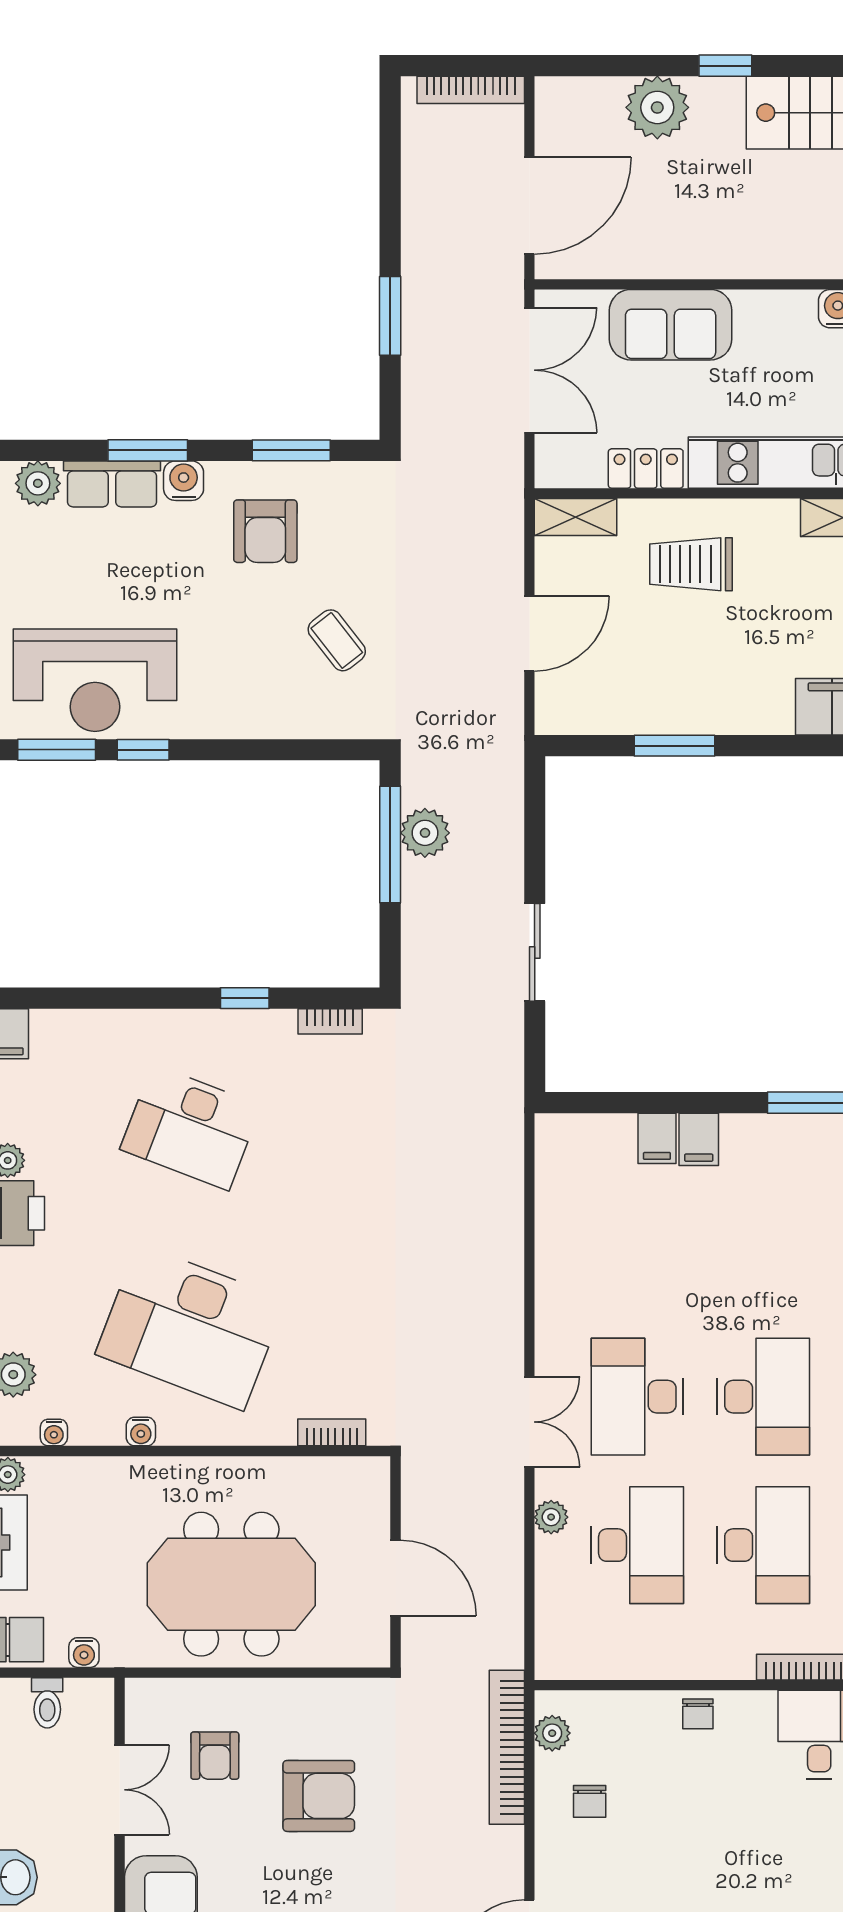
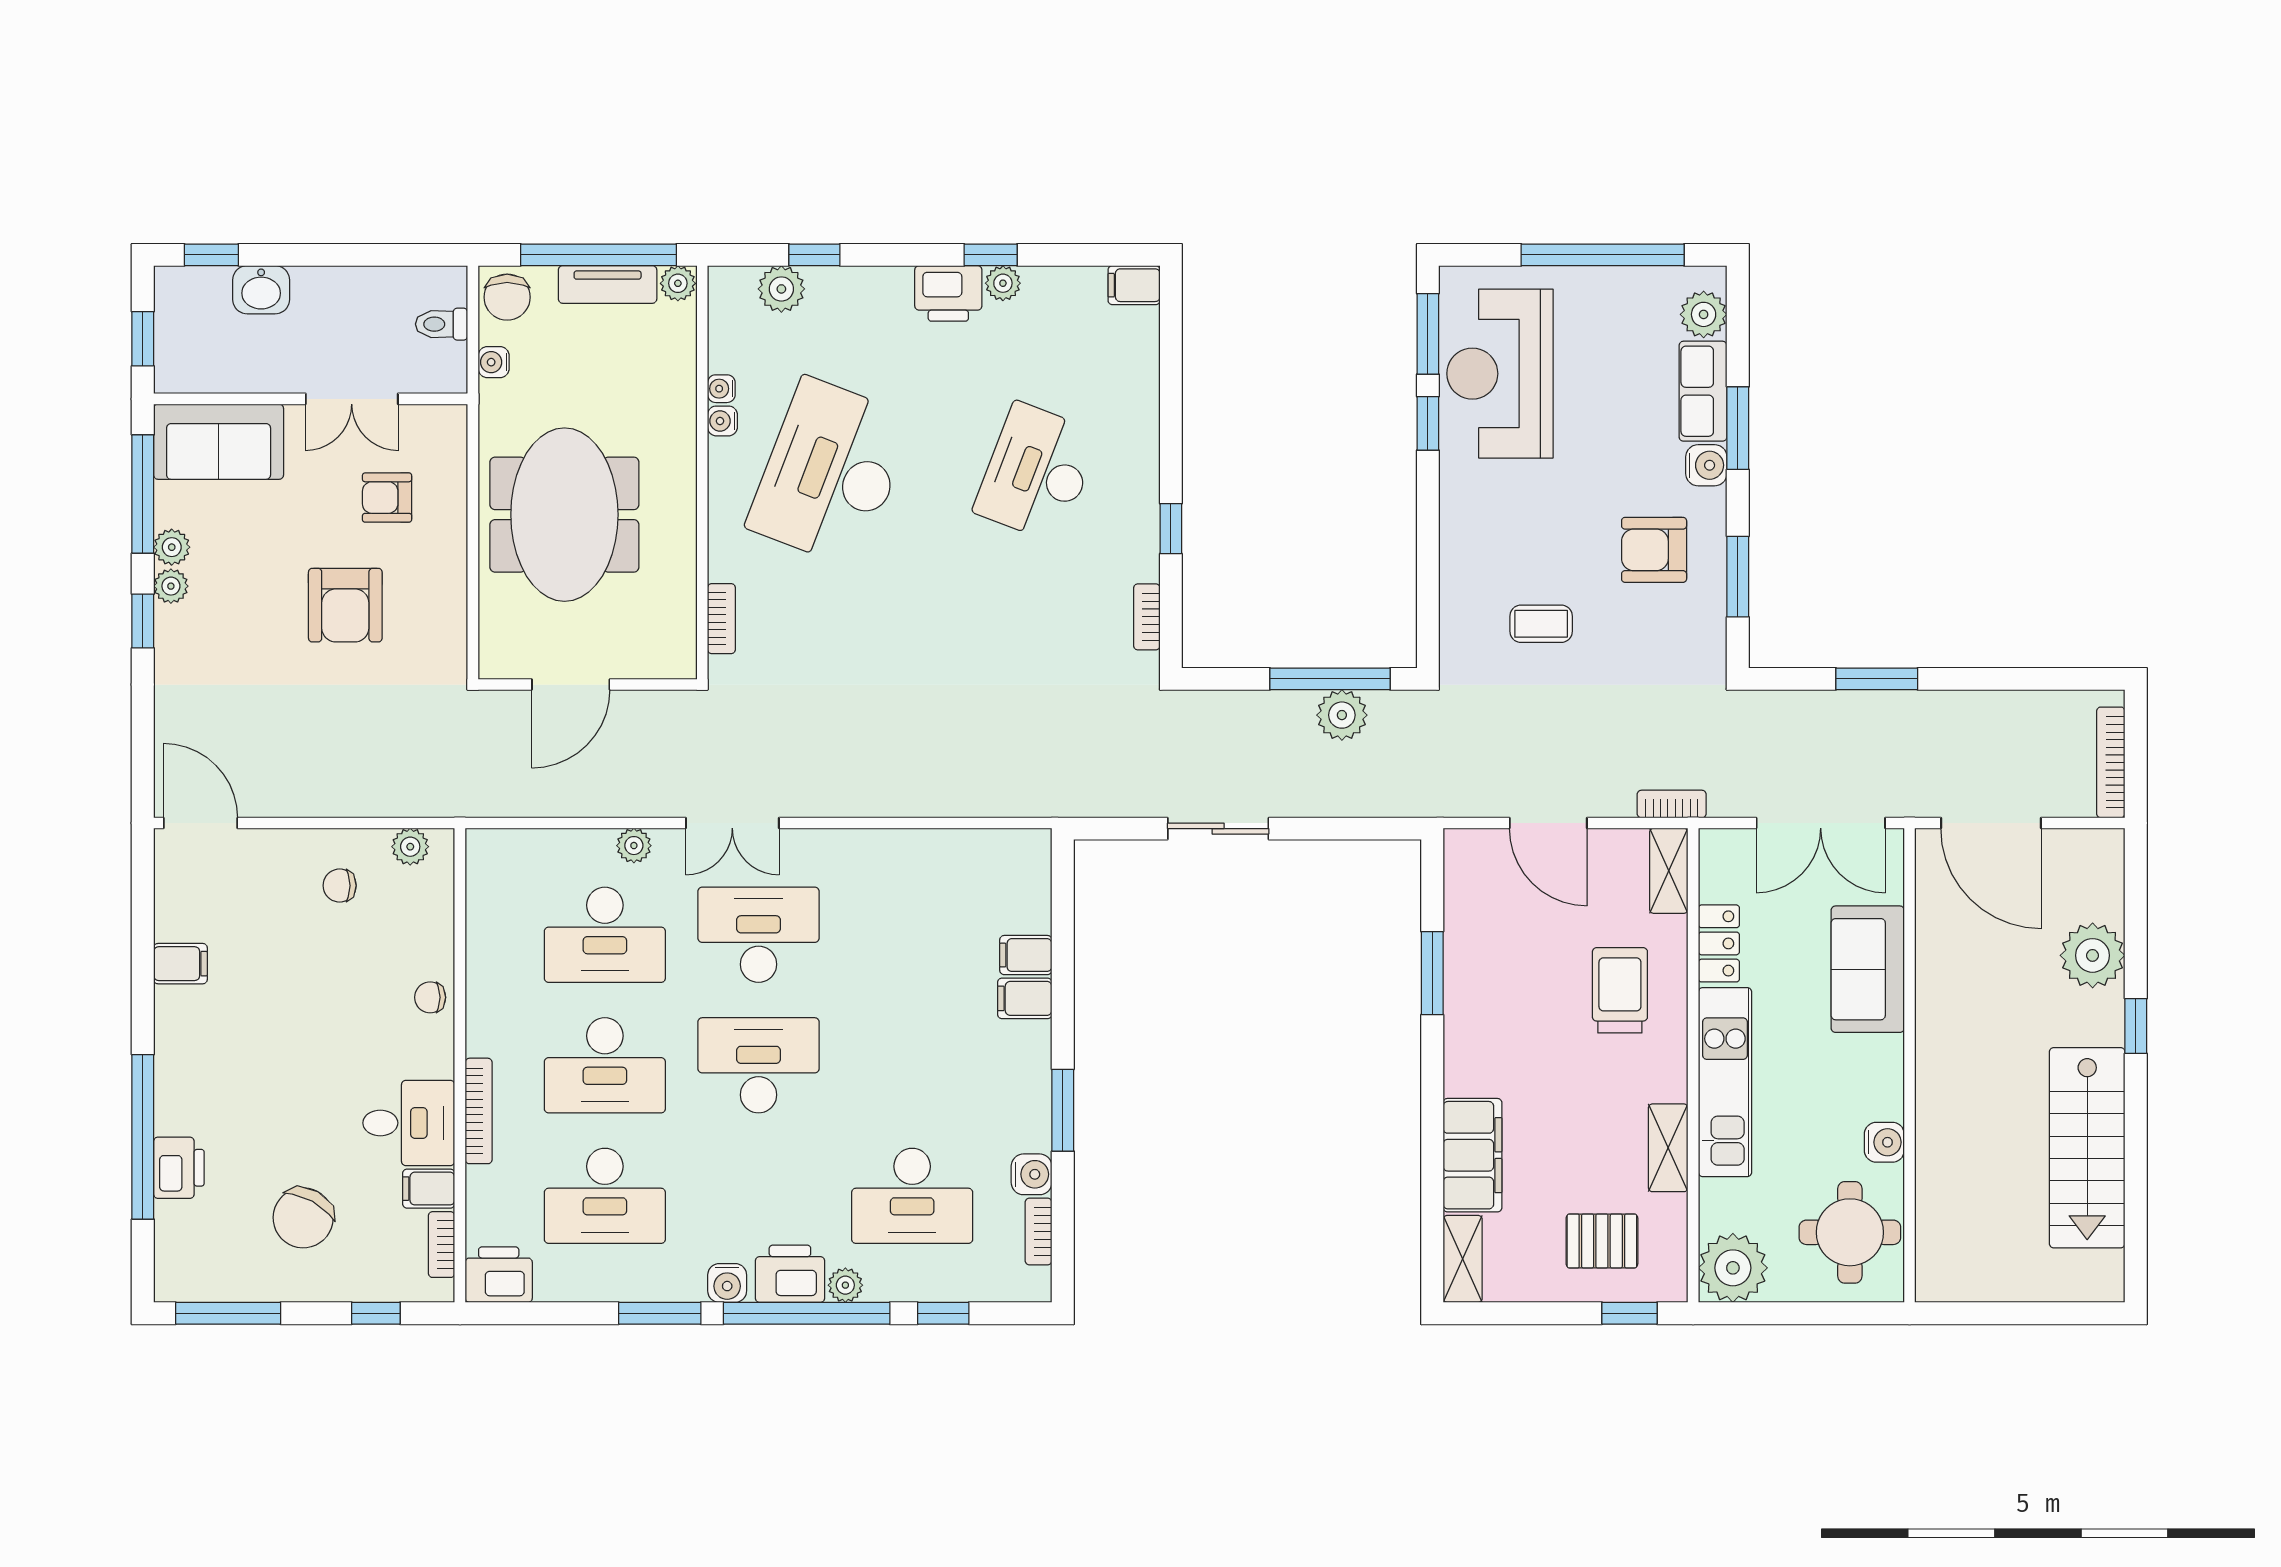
coffee table: (337, 640) -> (1541, 624), turned 38
desk: (763, 1397) -> (758, 1065), turned 180
water cooler: (54, 1433) -> (721, 389), moved
bookcase: (507, 1747) -> (1672, 804), moved, width x0.43, depth x0.76

